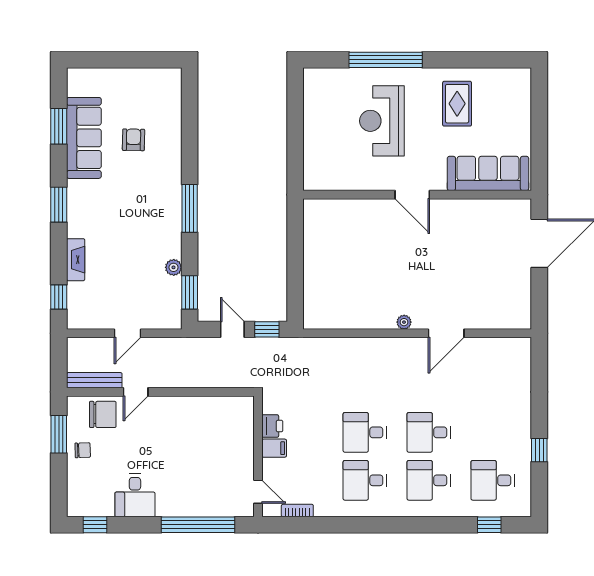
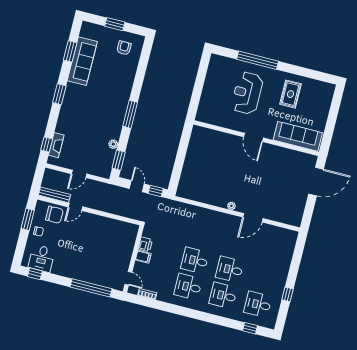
window: (124, 60) -> (115, 24), added
armchair: (134, 140) -> (124, 48), moved
fireplace: (76, 260) -> (56, 145), moved
desk: (135, 495) -> (42, 258), moved

